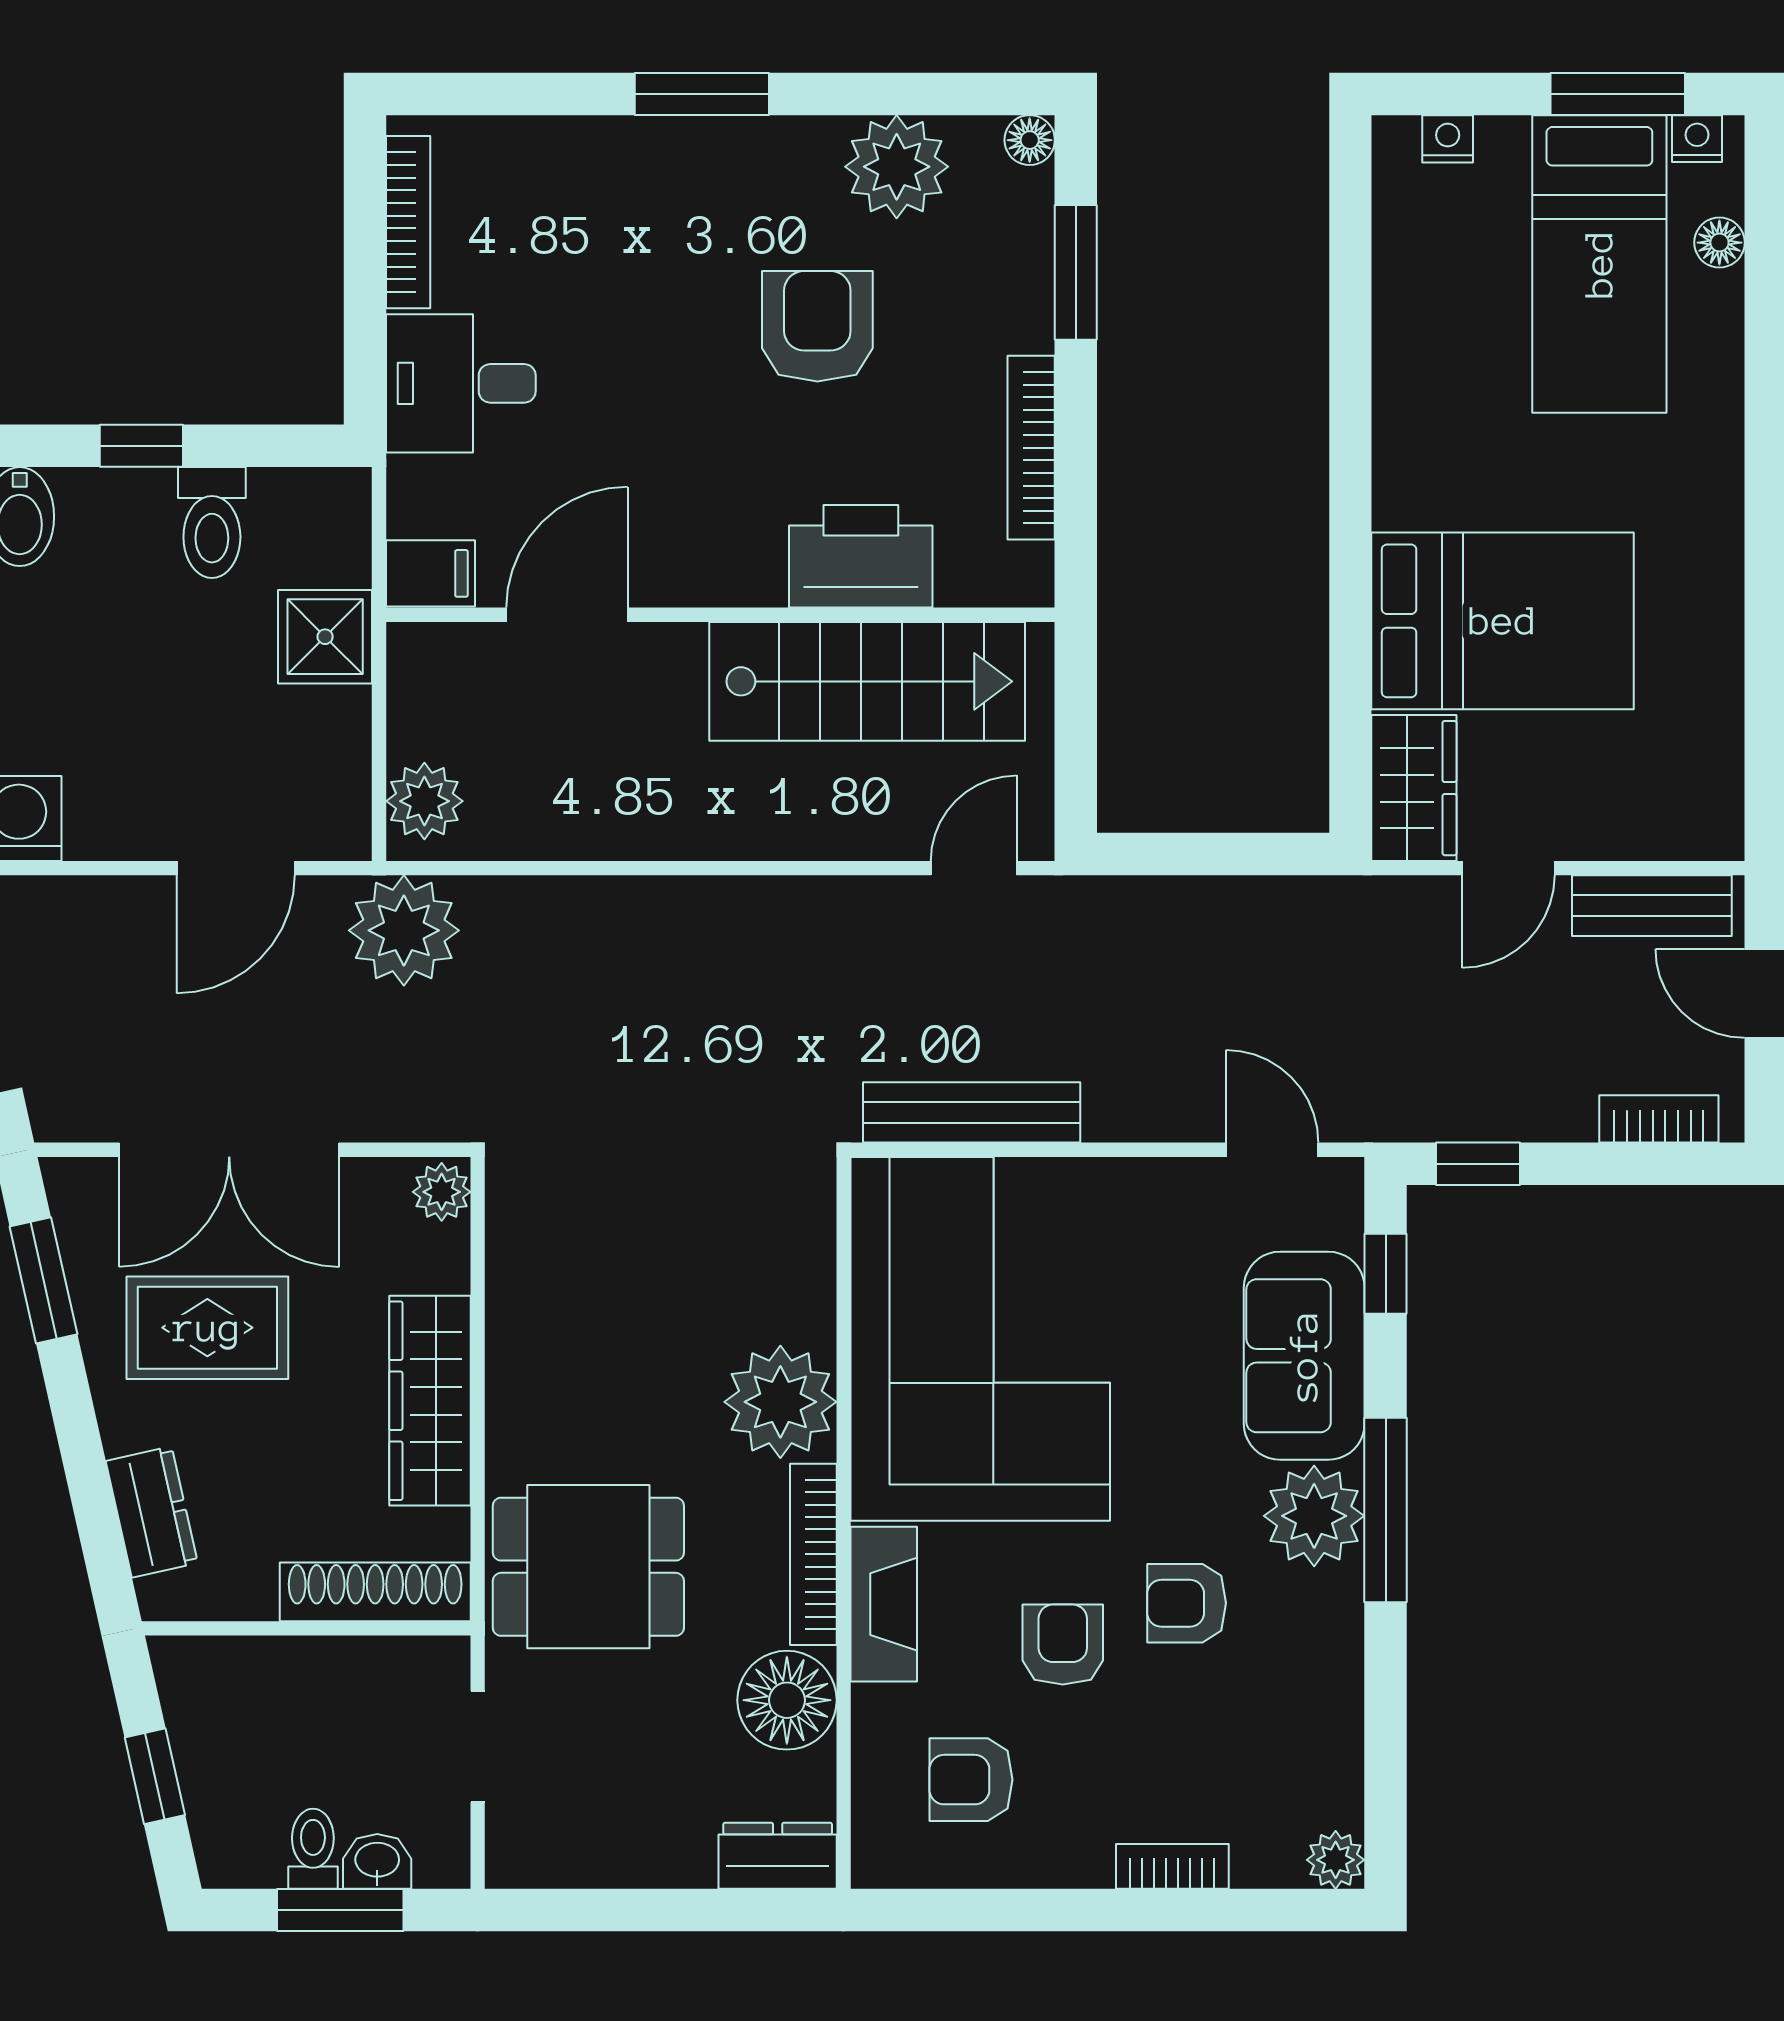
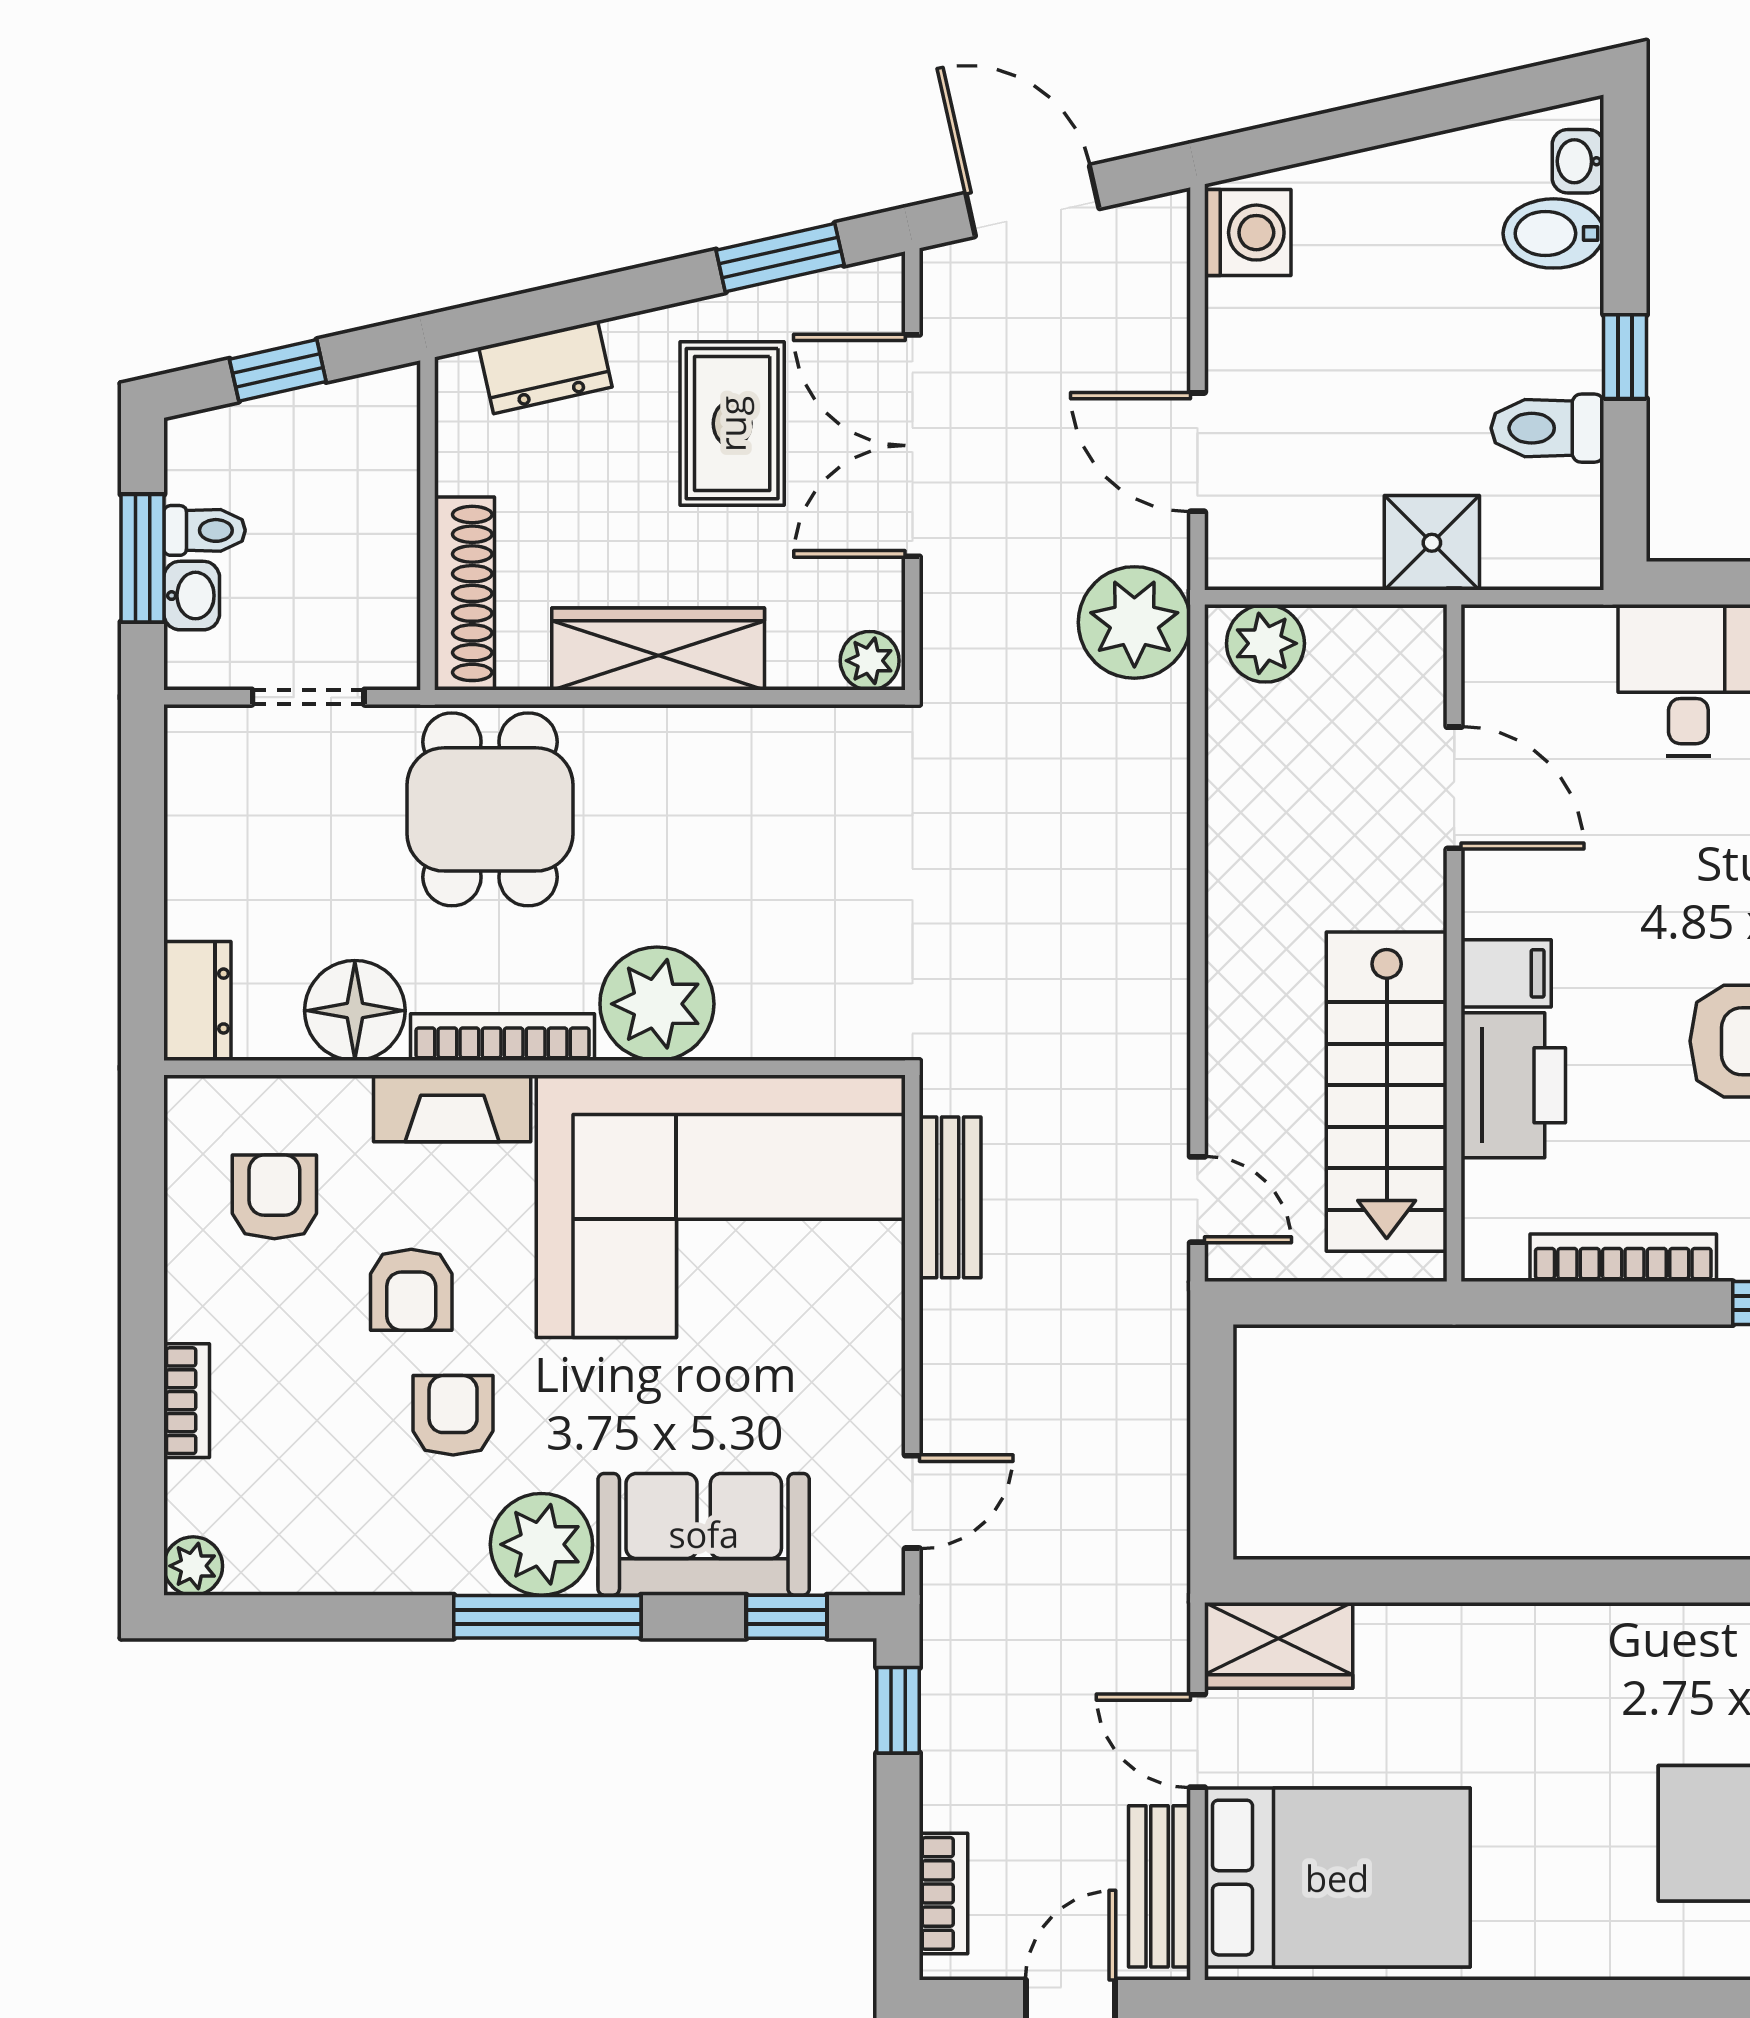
filing cabinet: (430, 573) -> (1506, 973), moved, turned -90
bed: (1503, 621) -> (1337, 1878), moved, turned -90
bench: (972, 1112) -> (950, 1197), width x0.73
armchair: (1063, 1645) -> (411, 1290), turned 90

